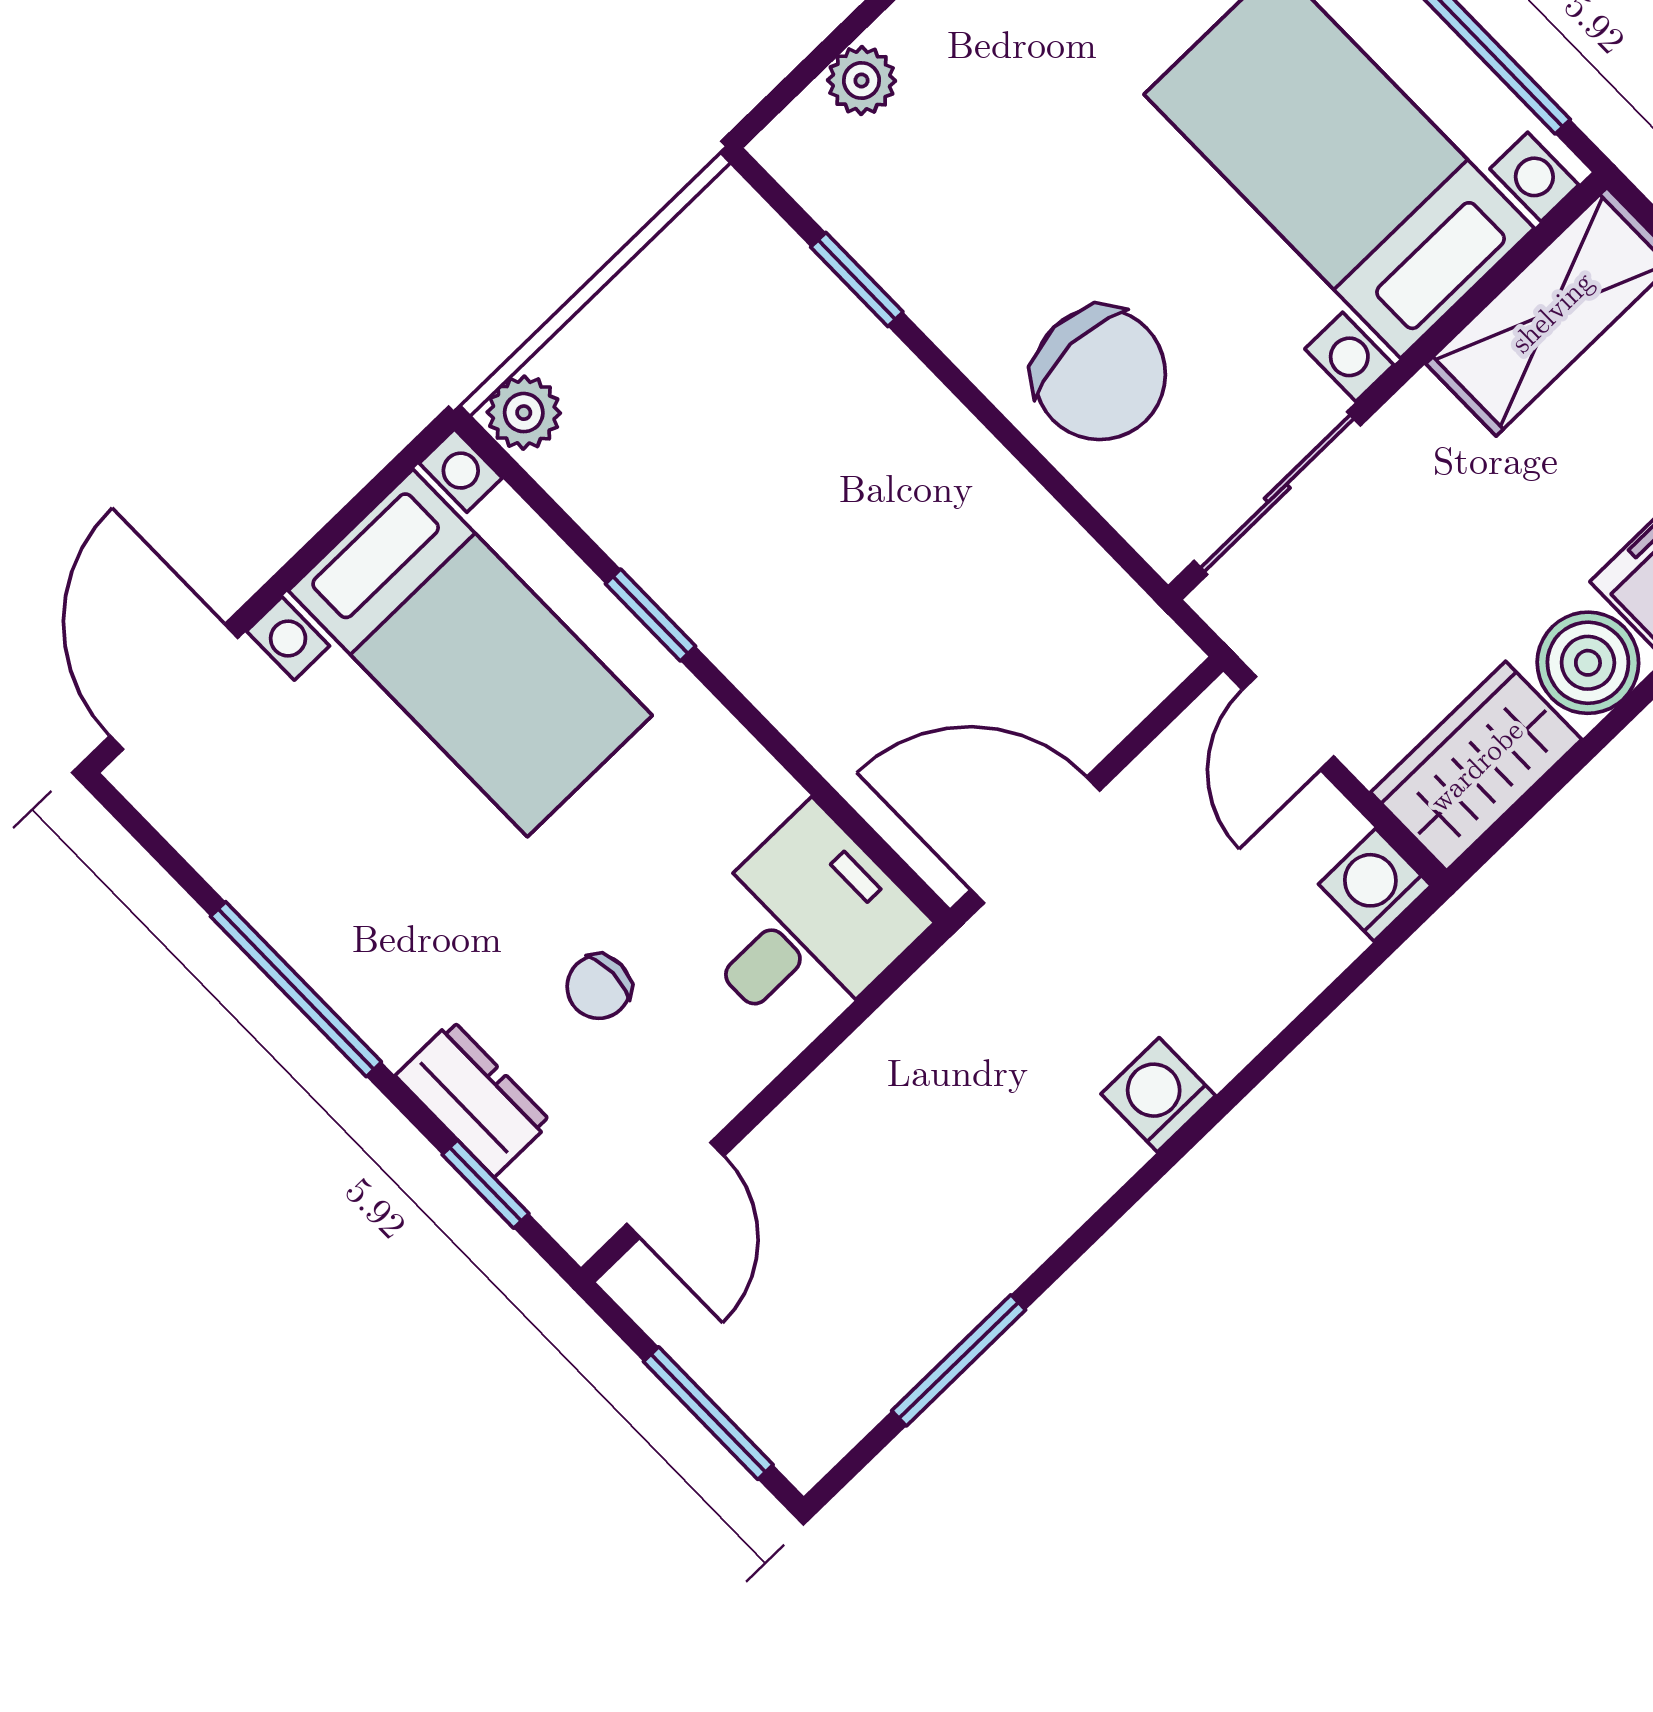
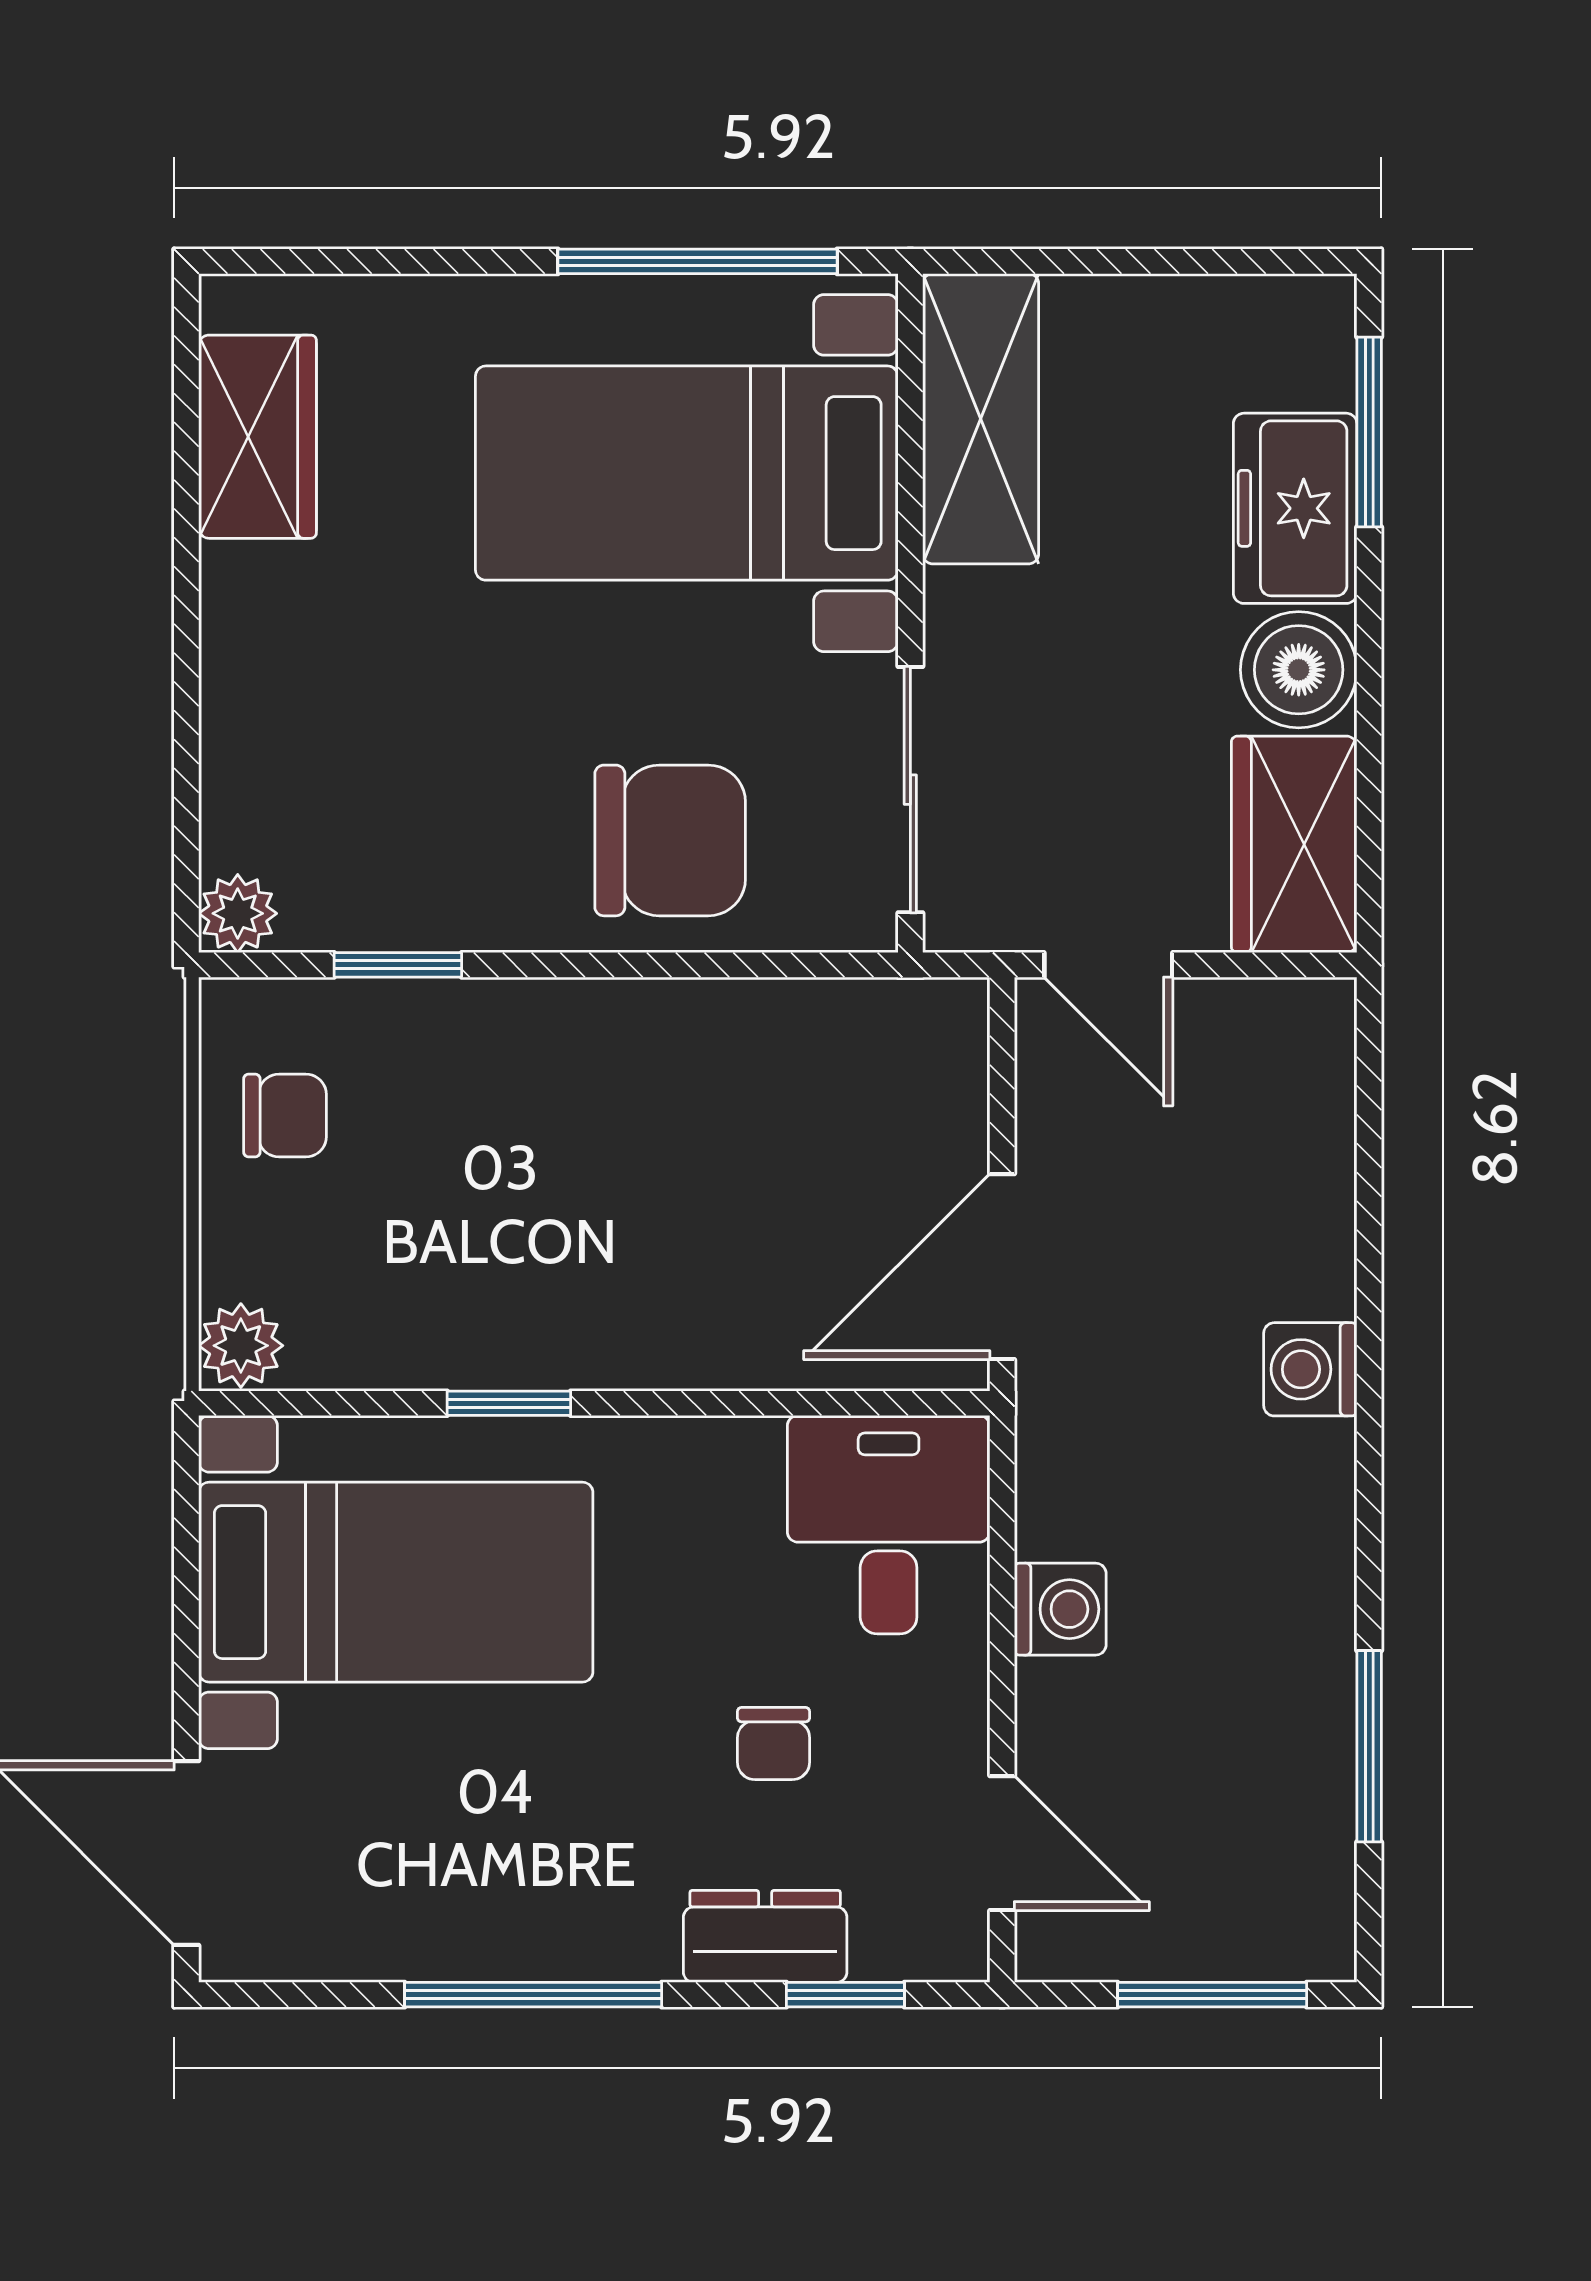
plant: (861, 80) -> (238, 913), moved
chair: (694, 301) -> (285, 1116), added
washing machine: (1375, 885) -> (1060, 1609), moved, turned 180

